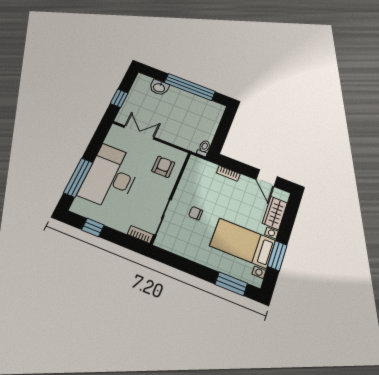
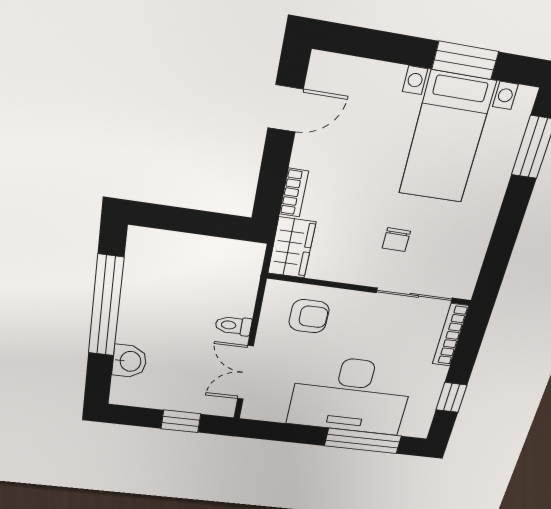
toilet: (204, 148) -> (233, 326), moved
armchair: (163, 167) -> (309, 316), turned 180
wardrobe: (275, 213) -> (292, 248), moved, turned -90
bookcase: (140, 234) -> (450, 335), width x1.56

